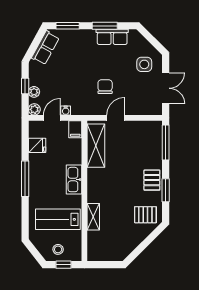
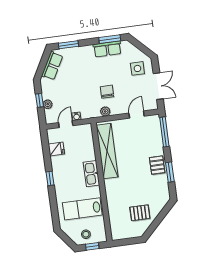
window: (105, 26) -> (110, 39), moved
plant: (34, 109) -> (105, 111), moved
door: (116, 118) -> (137, 115), moved
filing cabinet: (75, 129) -> (87, 131), removed
shelving: (96, 146) -> (107, 151), width x1.47
window: (25, 179) -> (50, 178), width x0.46
pallet: (145, 215) -> (140, 213), moved
shelving: (93, 217) -> (112, 203), removed

